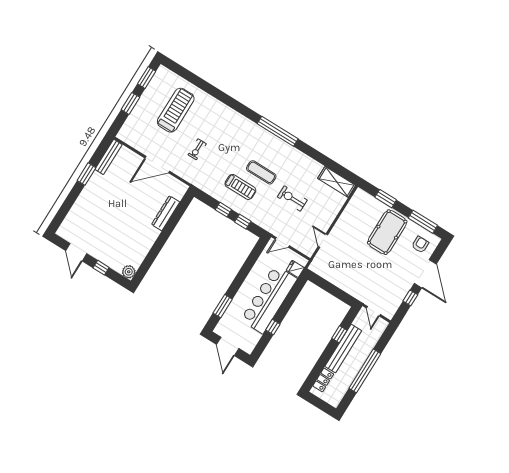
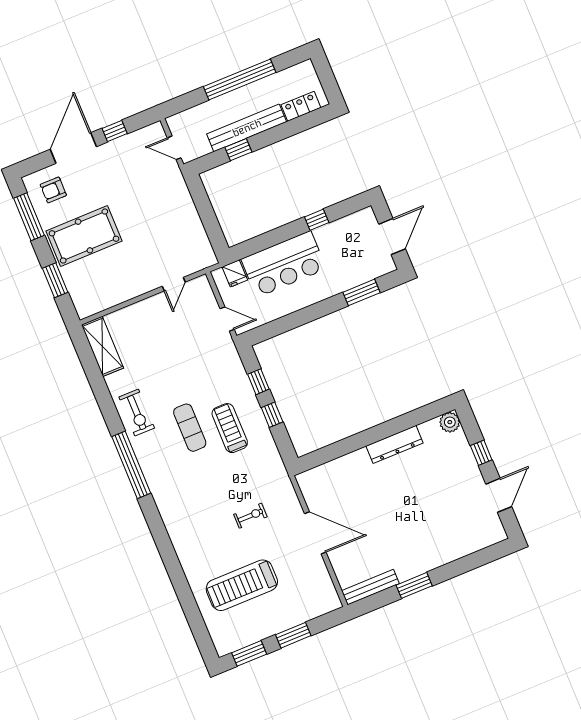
exercise bike: (292, 198) -> (137, 413), moved
dresser: (166, 213) -> (394, 444), moved
bar counter: (269, 299) -> (284, 264), width x0.73
door: (373, 311) -> (174, 148), swing flipped

